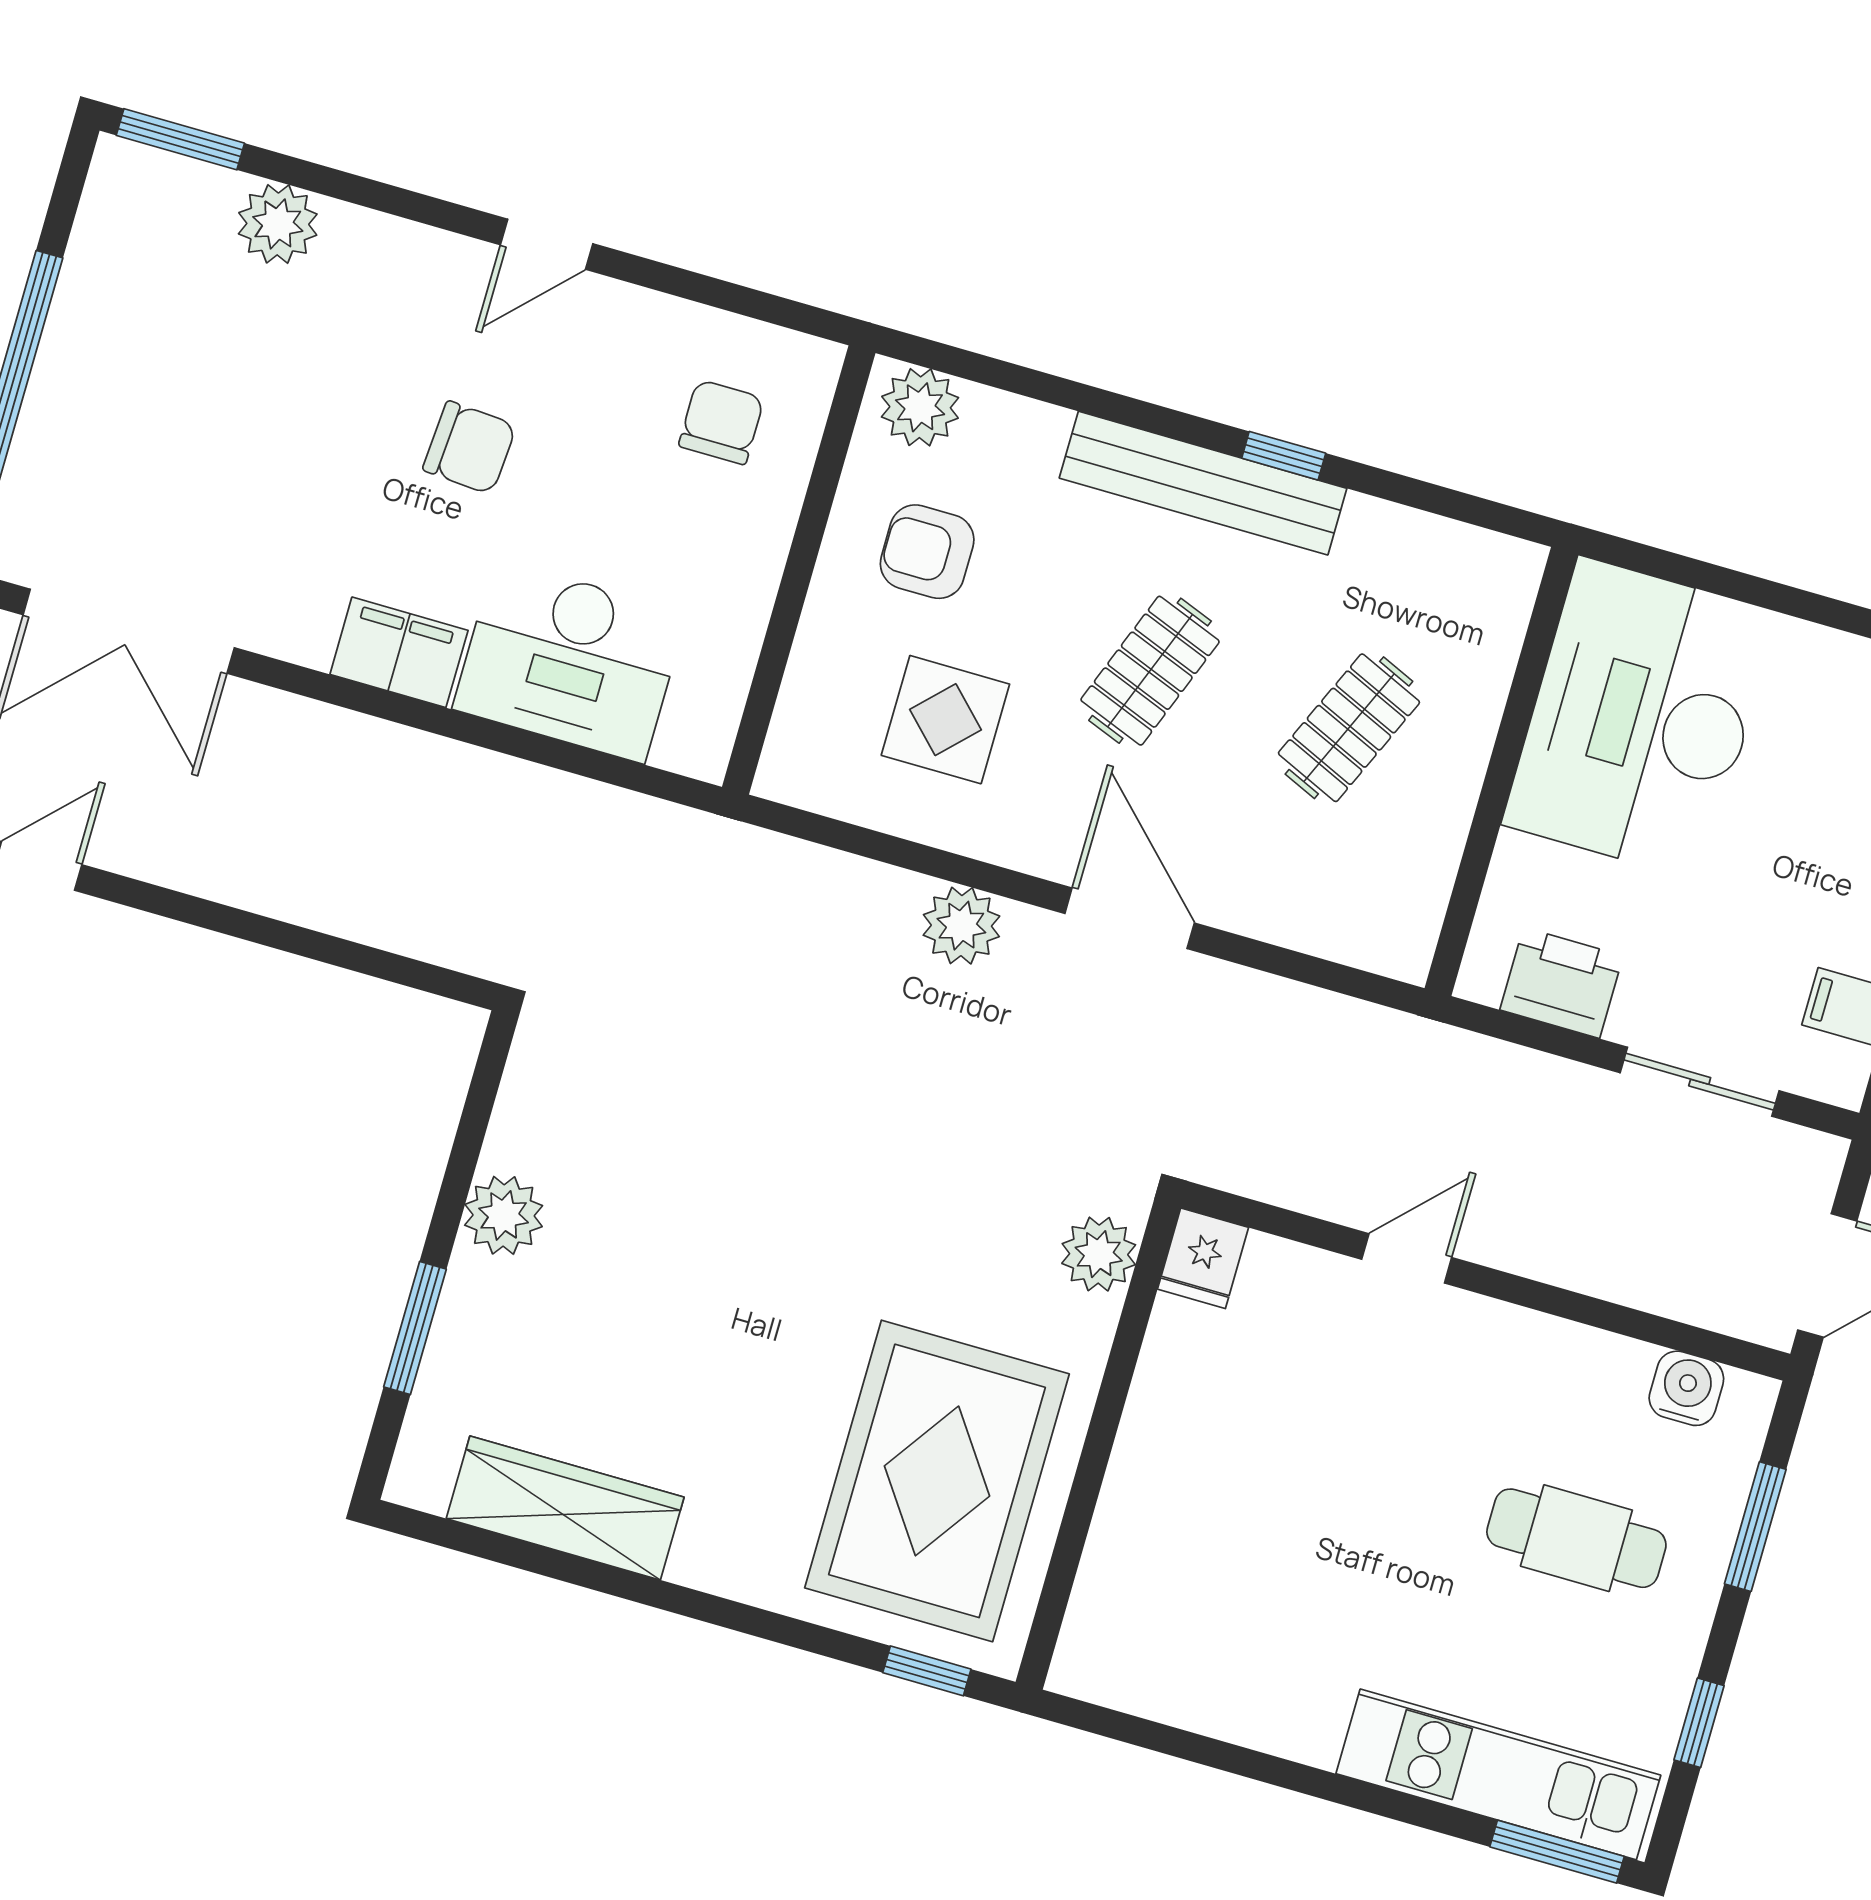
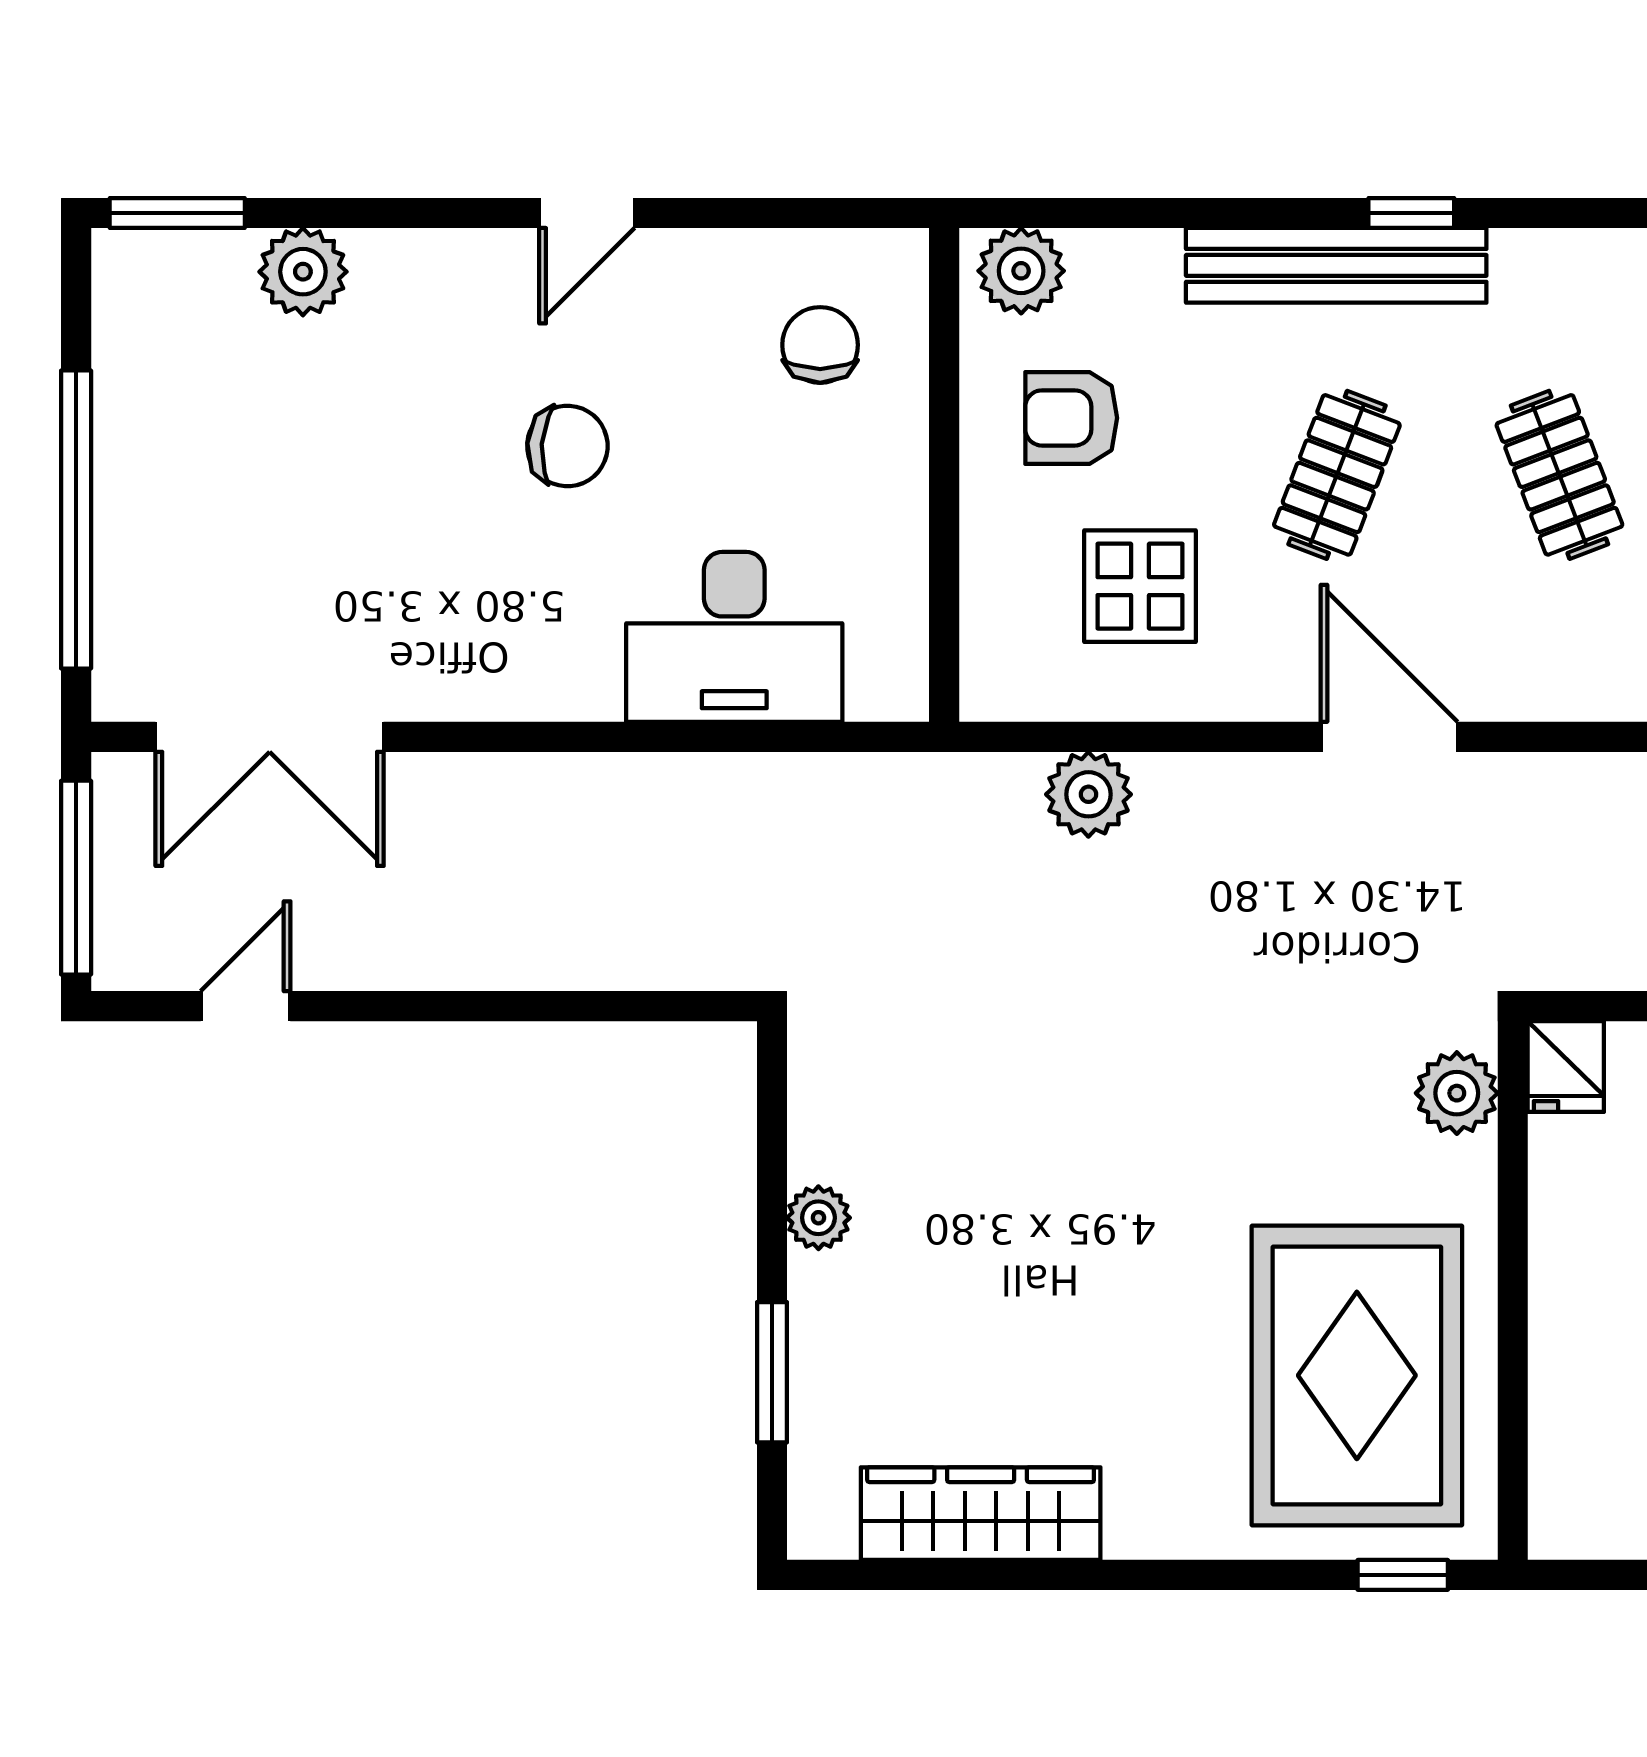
filing cabinet: (399, 652) -> (555, 679), removed
clothes rail: (1349, 728) -> (1559, 475), turned -45
plant: (961, 926) -> (1088, 794), moved
plant: (504, 1215) -> (818, 1218), width x0.73, depth x0.73

